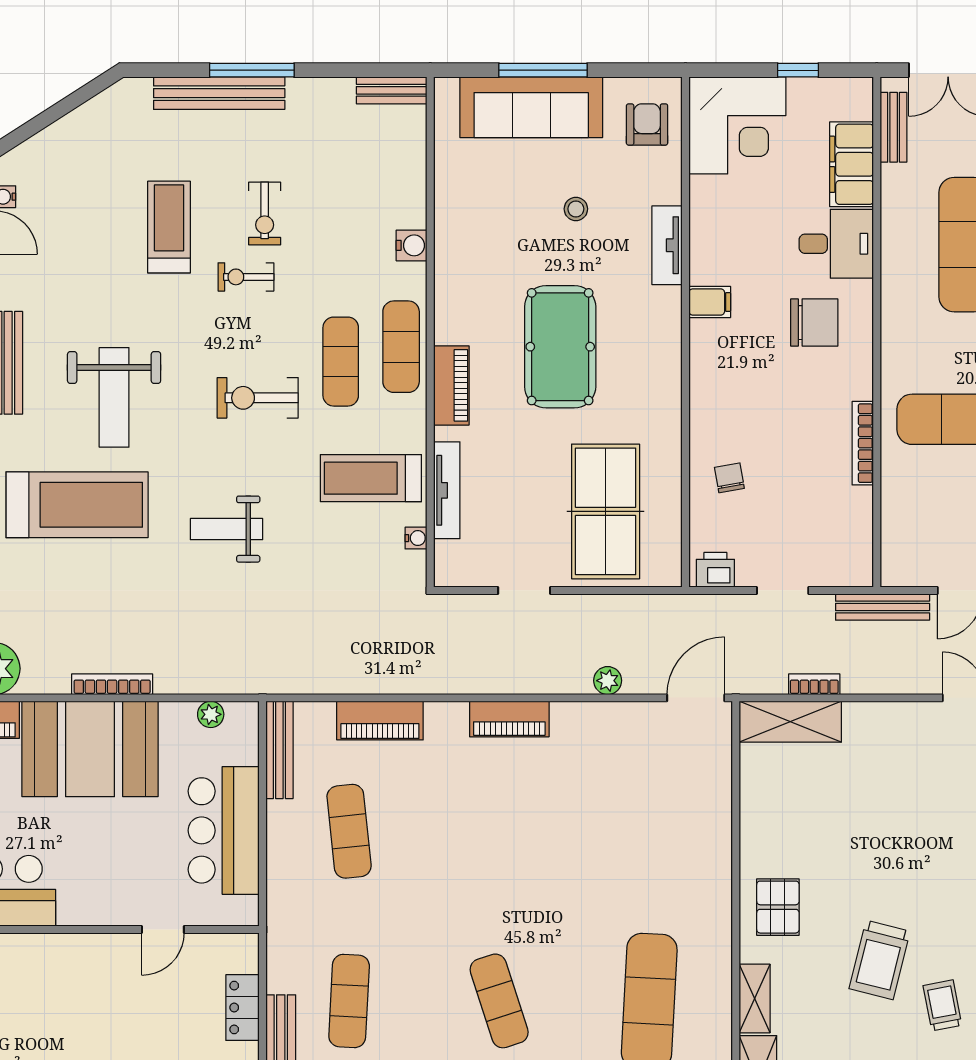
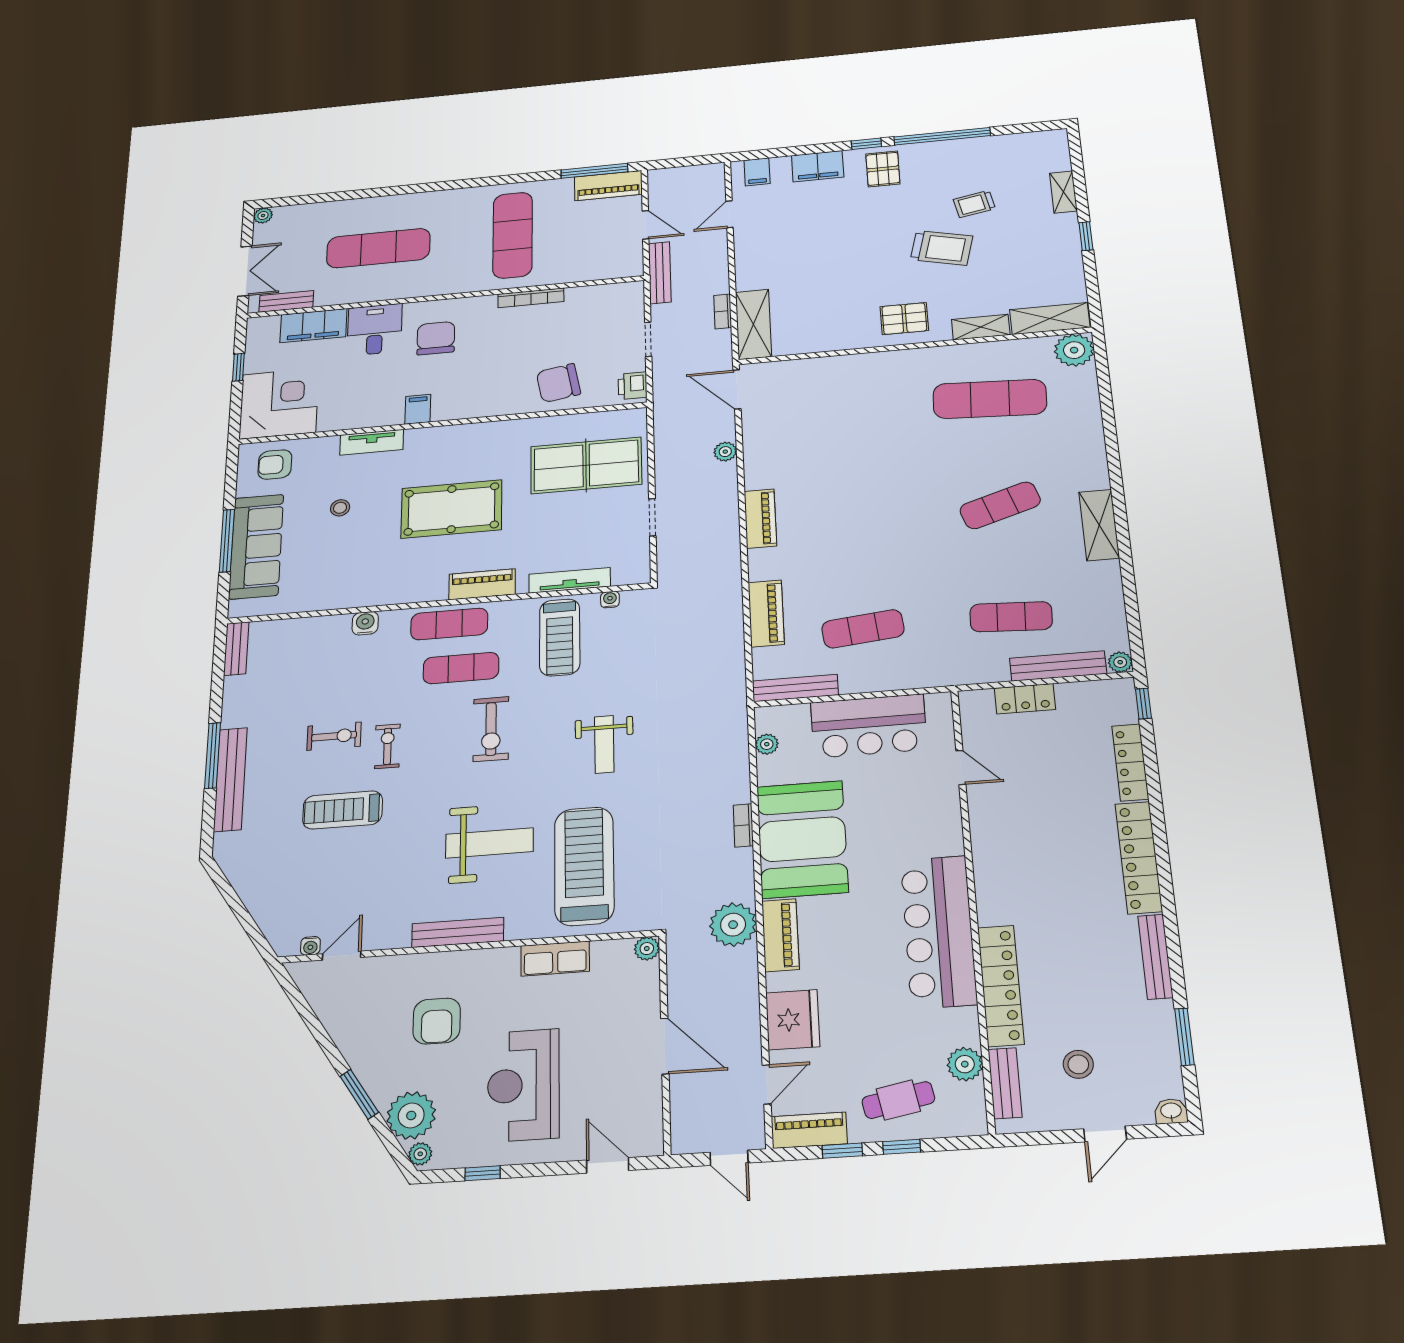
exercise bike: (246, 277) -> (387, 746), turned 180
chair: (729, 478) -> (558, 383), width x1.87, depth x1.87
bookcase: (112, 684) -> (743, 825), width x0.64

